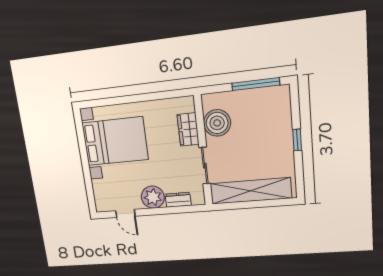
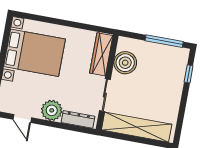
wardrobe: (188, 129) -> (101, 54), width x1.50
window: (297, 140) -> (189, 74), moved
dresser: (178, 200) -> (78, 119), width x1.44

